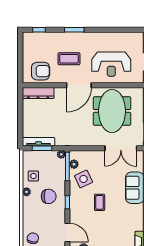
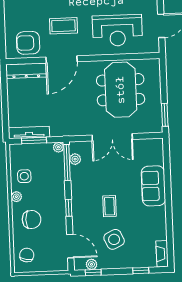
armchair: (41, 71) -> (28, 43), turned 180
door: (79, 85) -> (61, 59), moved
double door: (121, 148) -> (112, 137), moved
side table: (84, 179) -> (114, 239), moved
chair: (49, 196) -> (32, 220), moved

